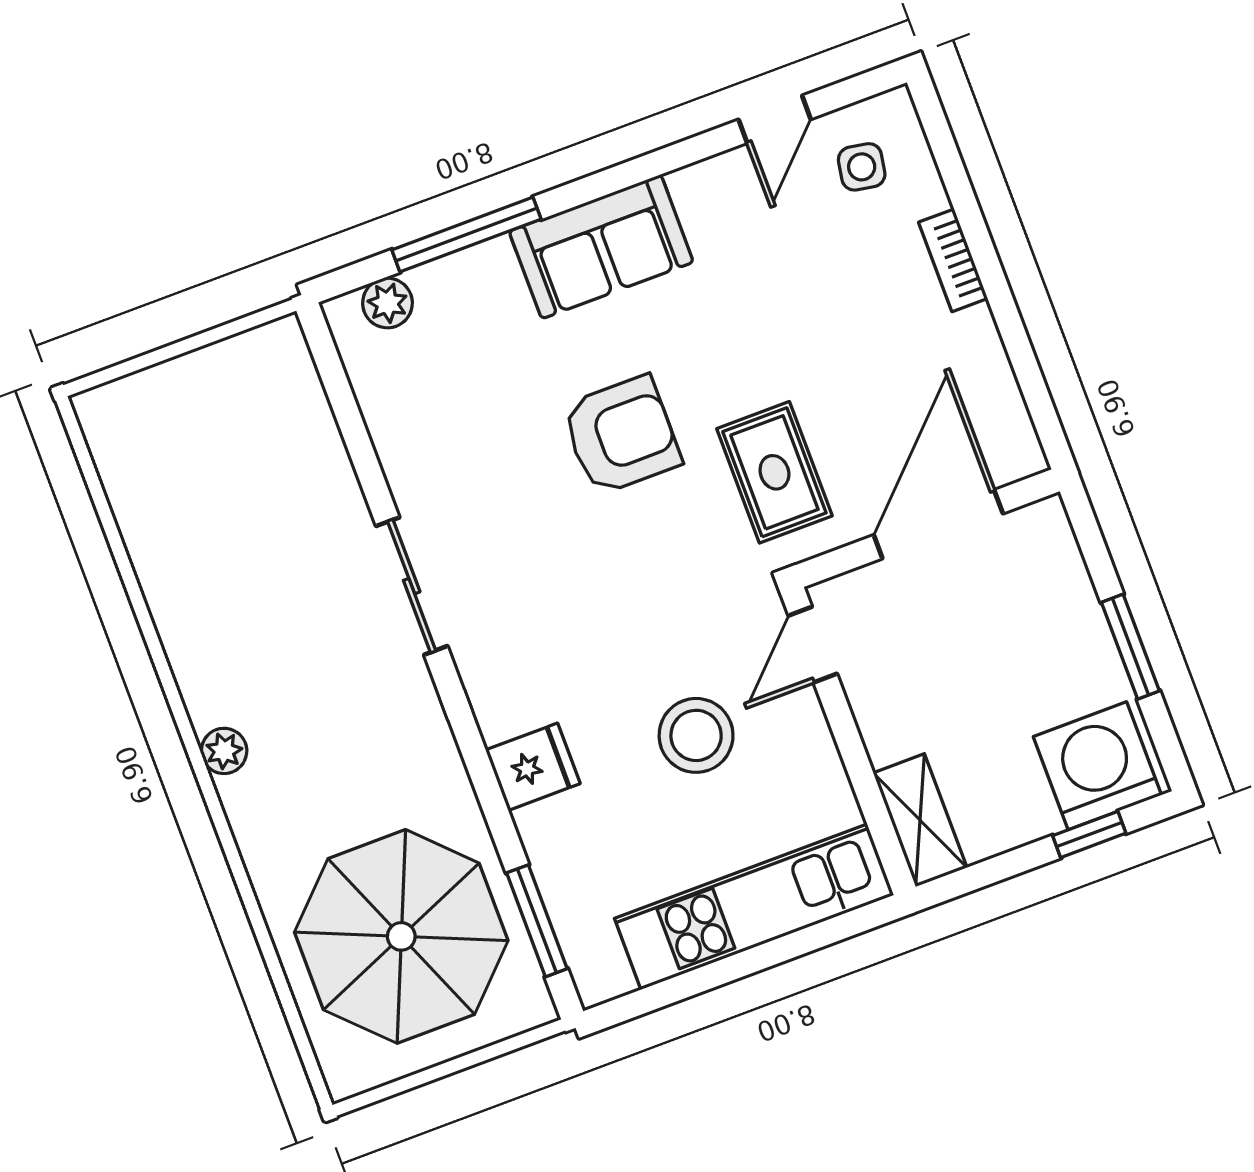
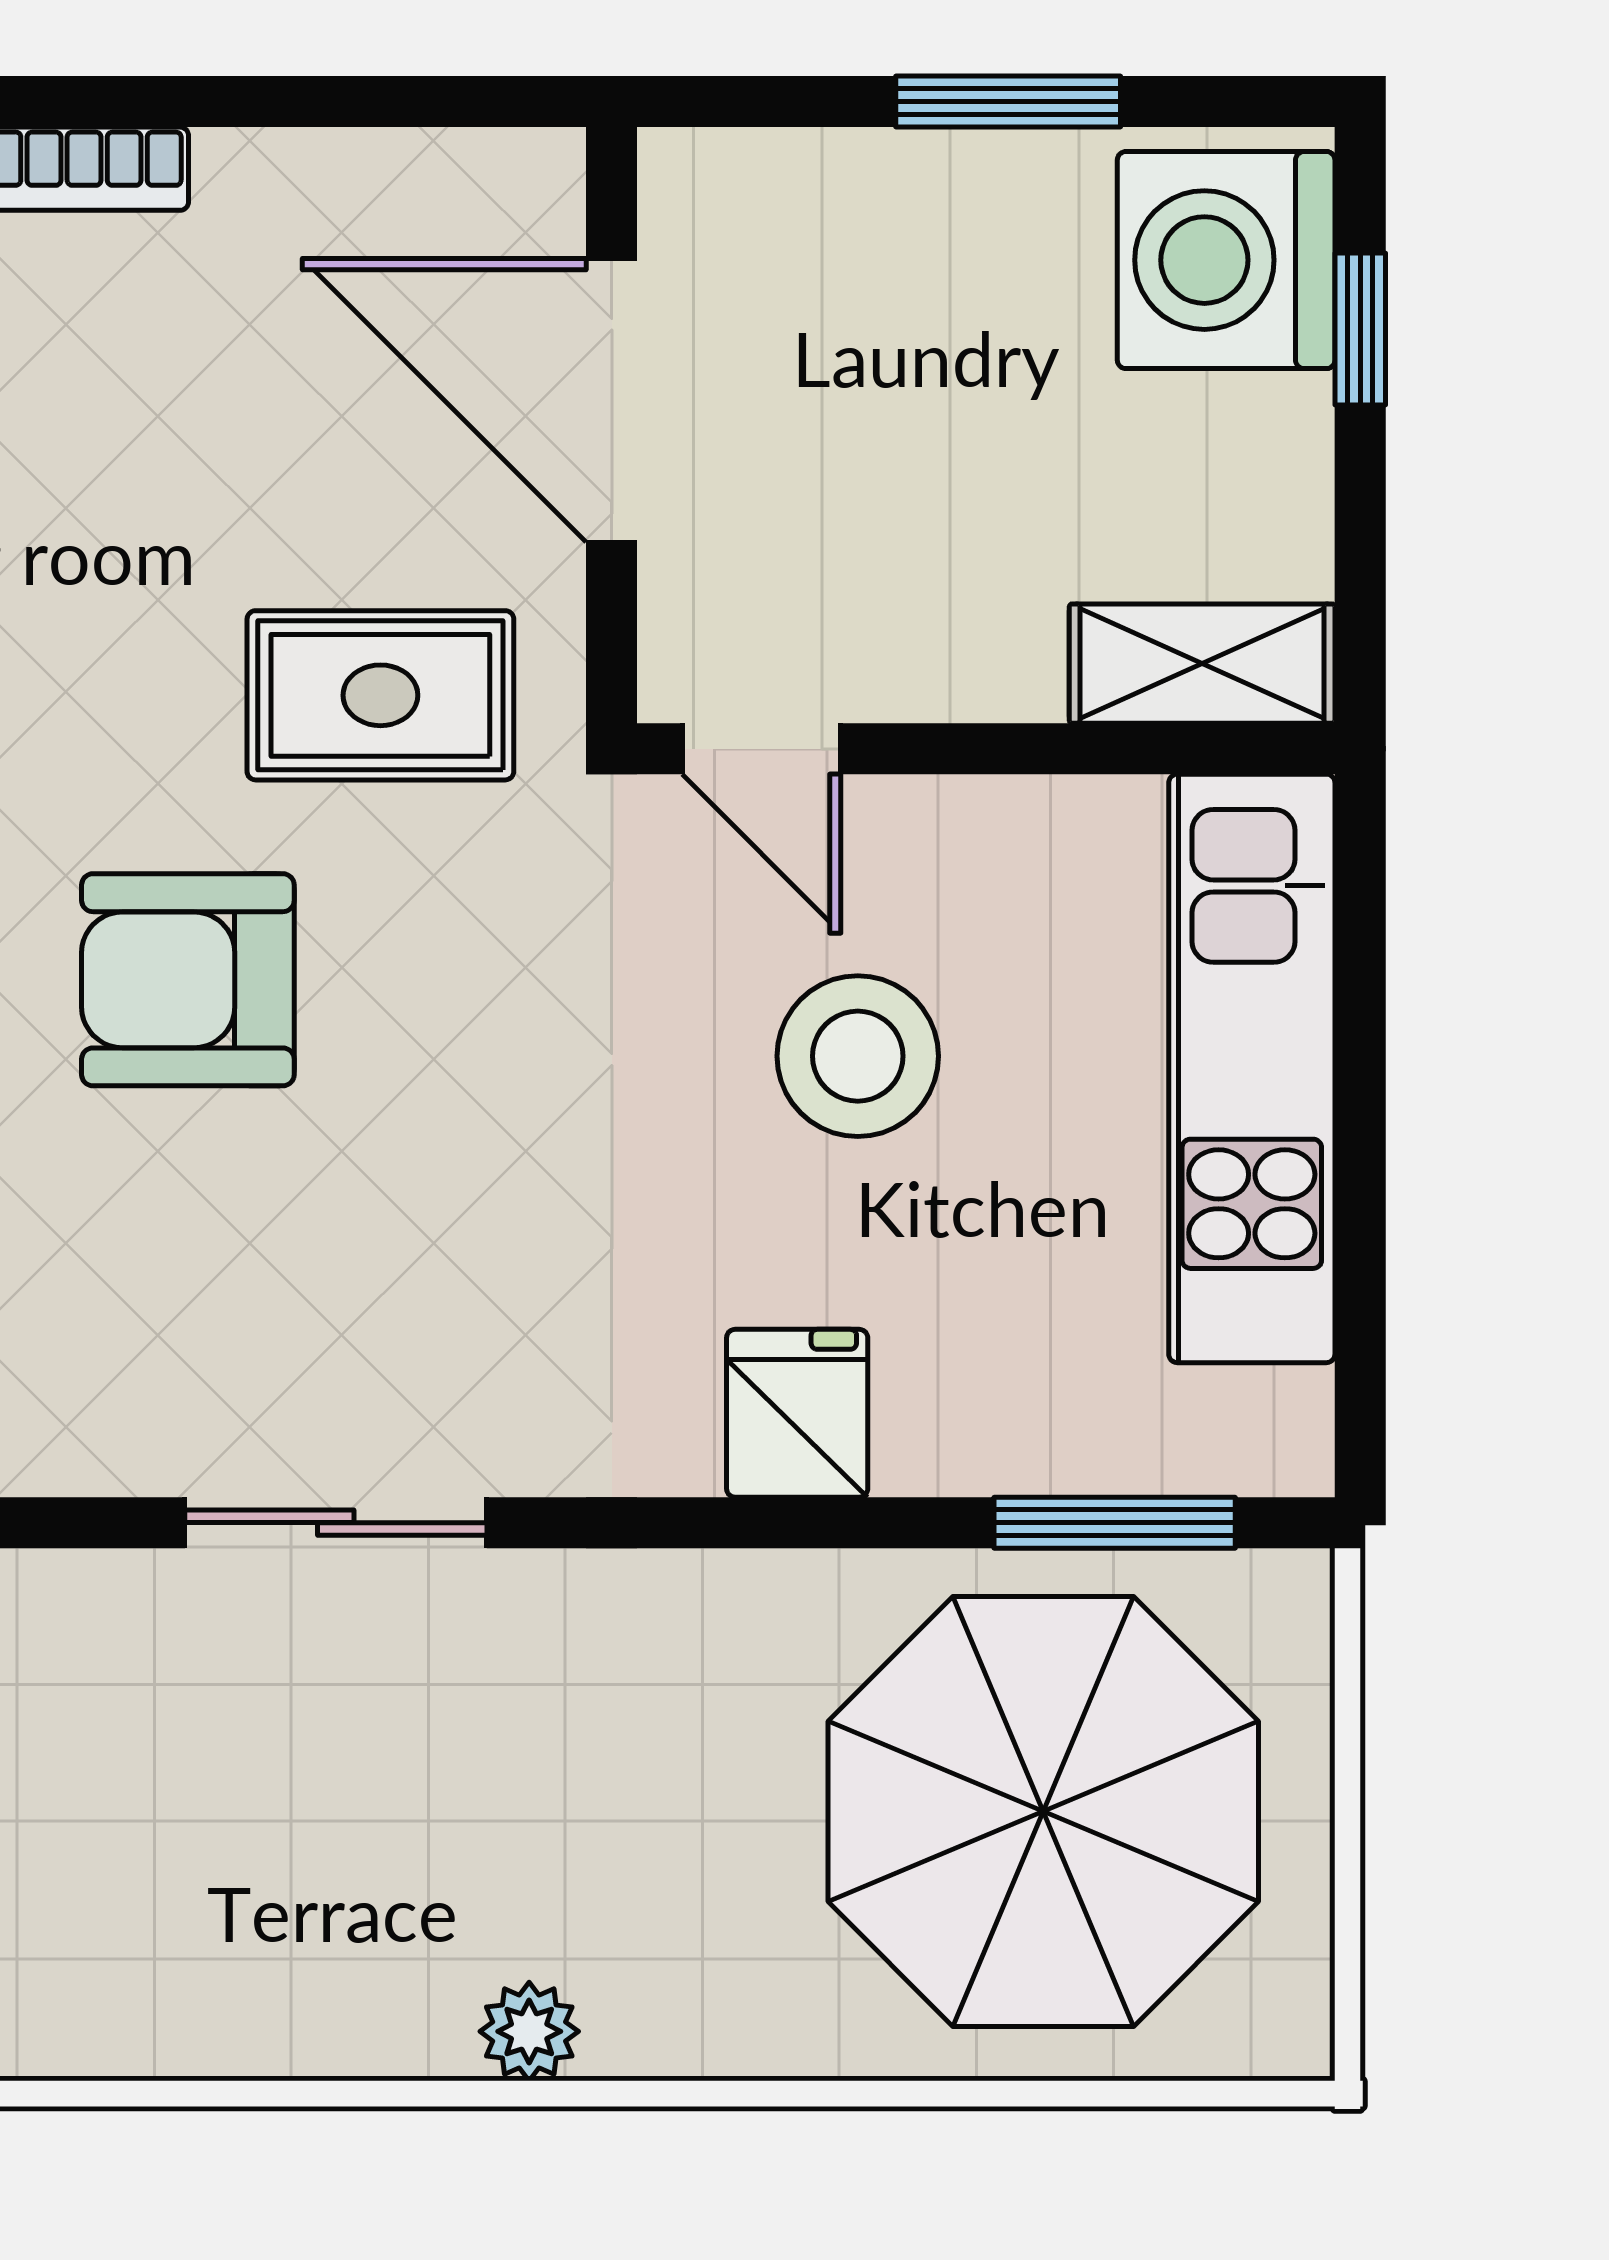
armchair: (621, 435) -> (188, 980), turned -90

